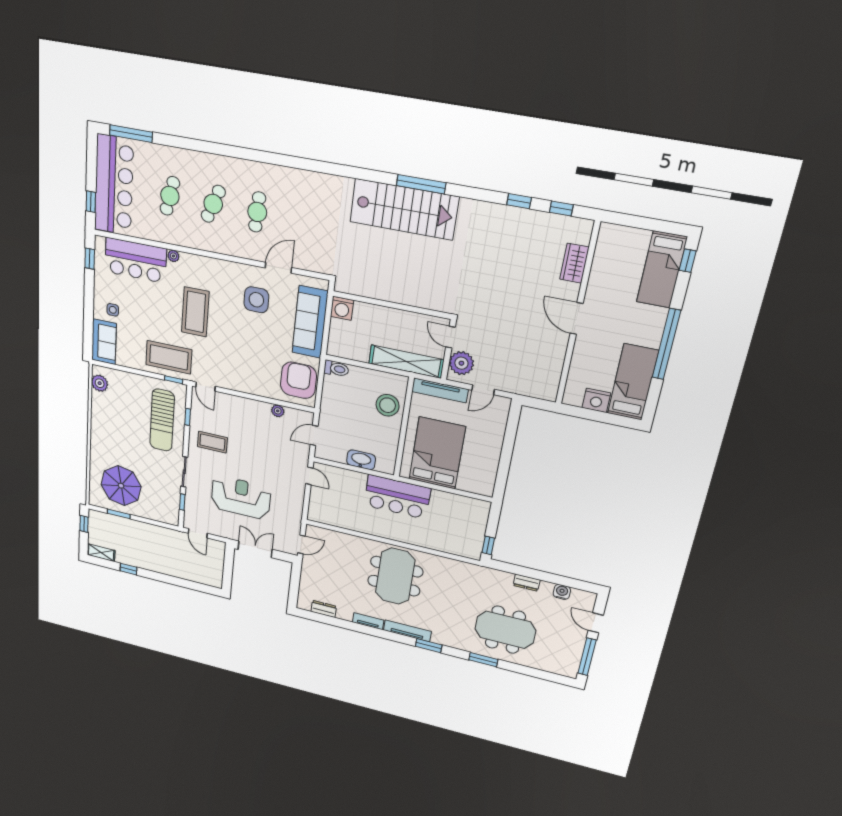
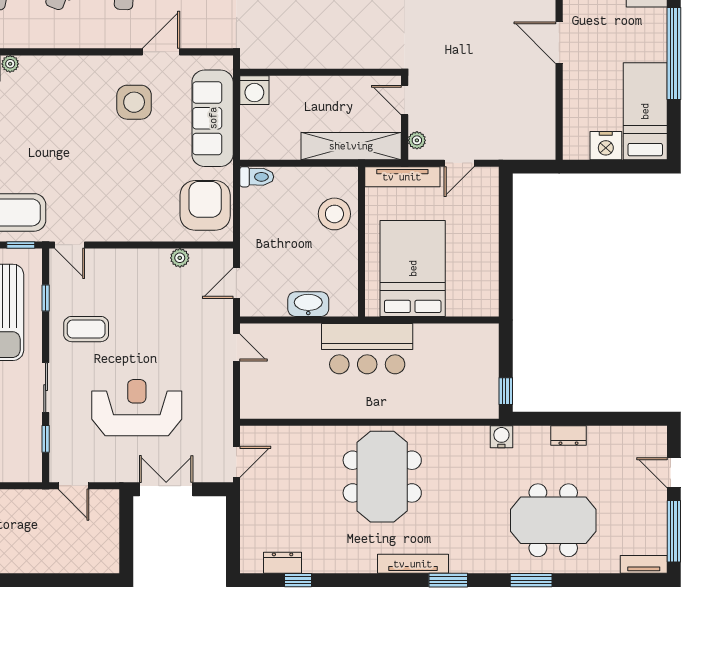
coffee table: (195, 312) -> (47, 137), removed
plant: (461, 363) -> (417, 140), width x0.53, depth x0.53
water cooler: (562, 592) -> (501, 437), moved
window: (332, 621) -> (298, 580), added
tv unit: (368, 621) -> (644, 564), moved

